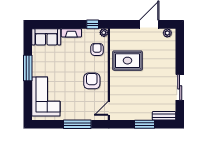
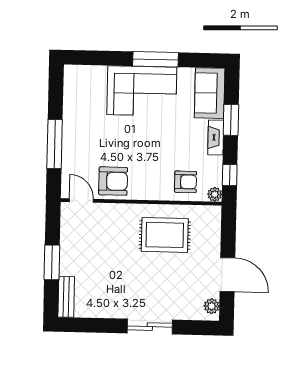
window: (61, 24) -> (231, 120), added
rug: (127, 61) -> (165, 235), turned 90
armchair: (92, 81) -> (113, 181), moved
sliding door: (180, 87) -> (150, 327), moved
corner sofa: (46, 96) -> (142, 91), moved

